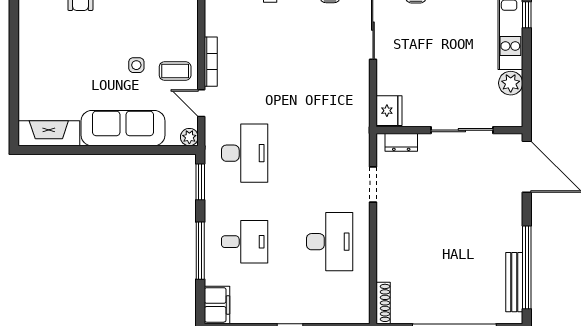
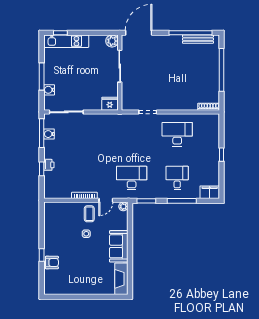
plant: (511, 83) -> (112, 41), moved
sofa: (123, 128) -> (119, 246), width x0.73
dresser: (401, 142) -> (126, 97), removed

